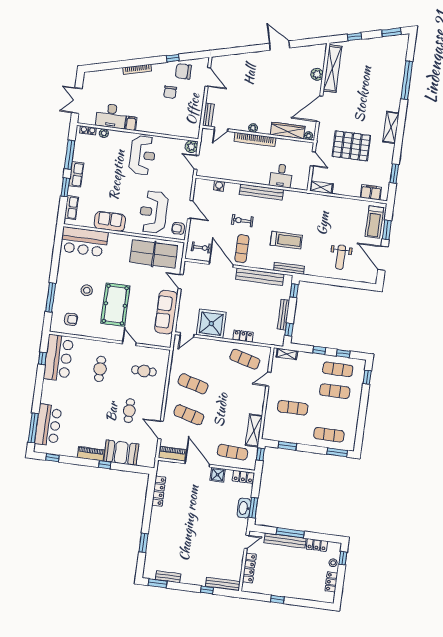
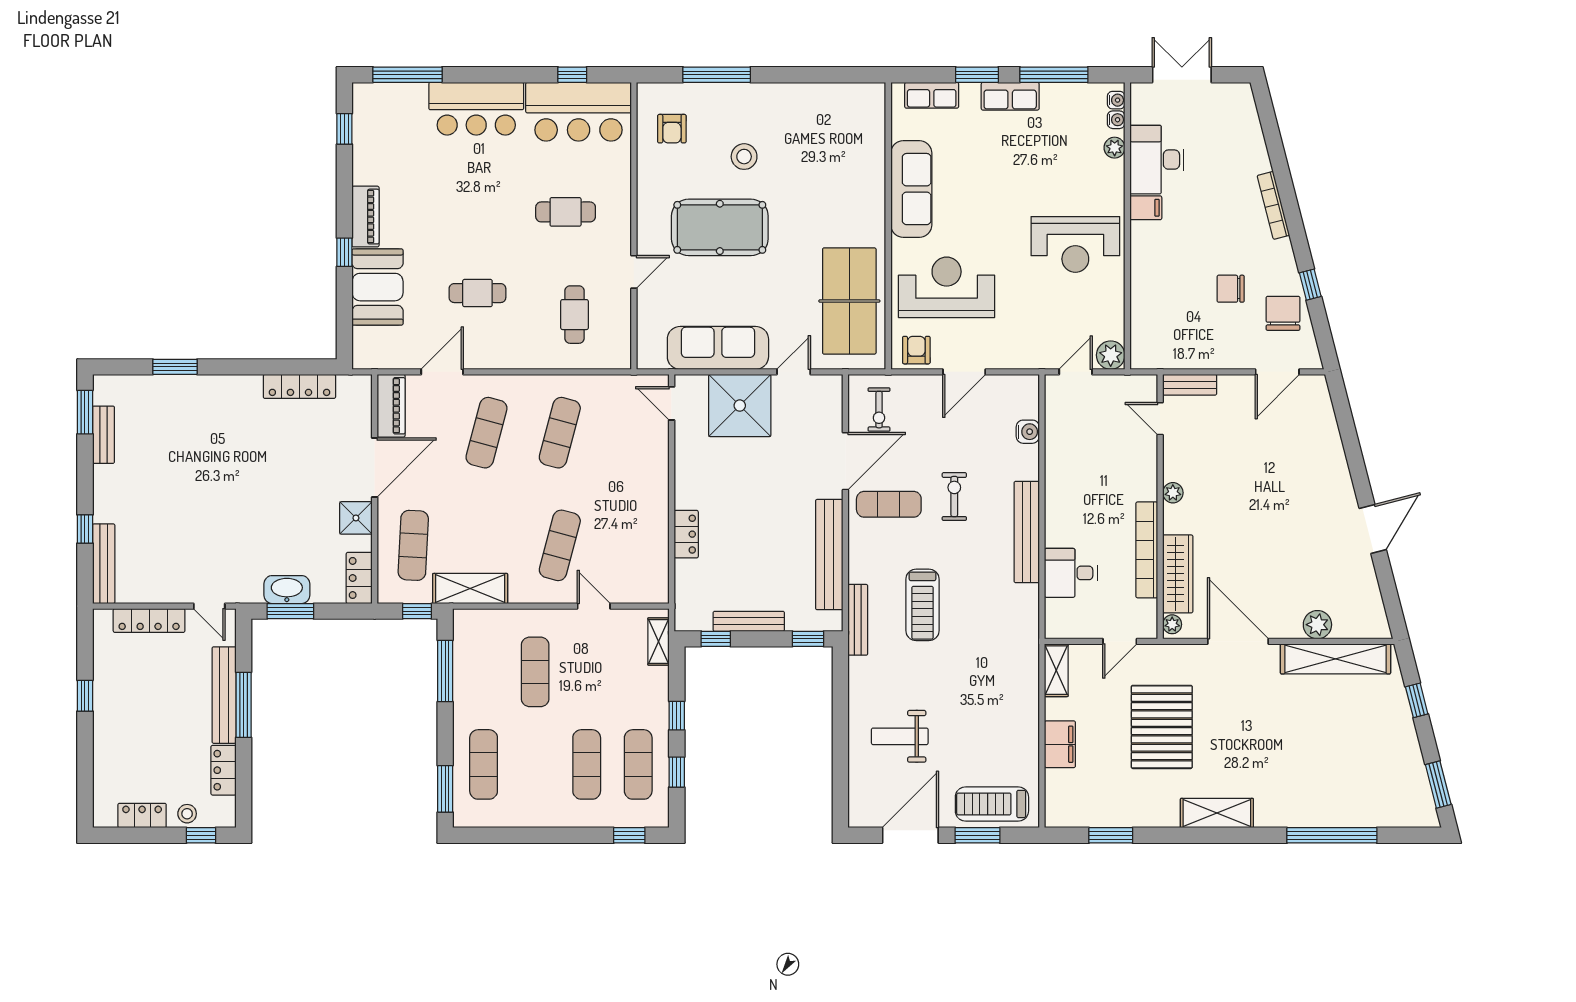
bookcase: (255, 139) -> (1147, 550), moved
filing cabinet: (371, 192) -> (1060, 744), moved
sofa: (110, 221) -> (911, 189), width x1.36
bar counter: (84, 242) -> (856, 135), removed
shower: (211, 324) -> (740, 406), moved
exercise mat: (245, 359) -> (560, 545), moved
bar counter: (48, 425) -> (476, 109), moved
window: (287, 446) -> (445, 671), width x1.44

